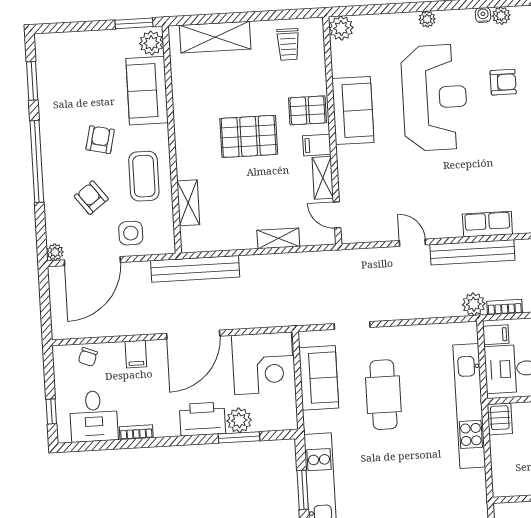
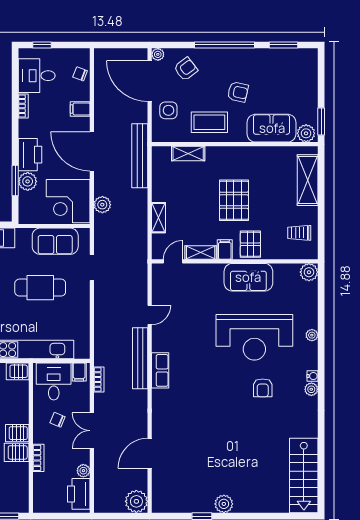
armchair: (91, 198) -> (186, 69), moved
plant: (474, 304) -> (102, 205), moved

